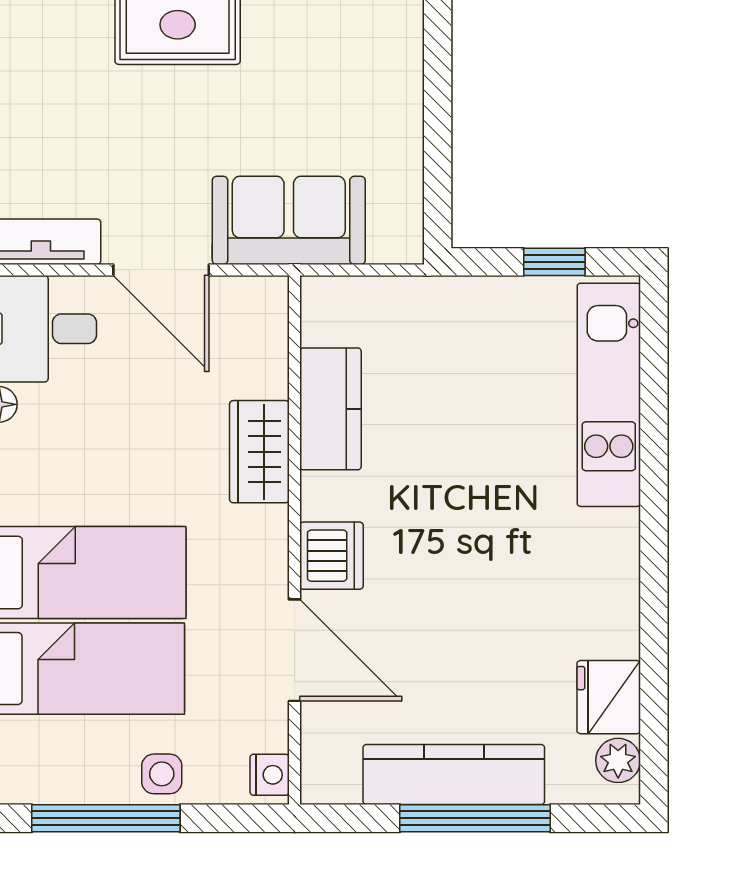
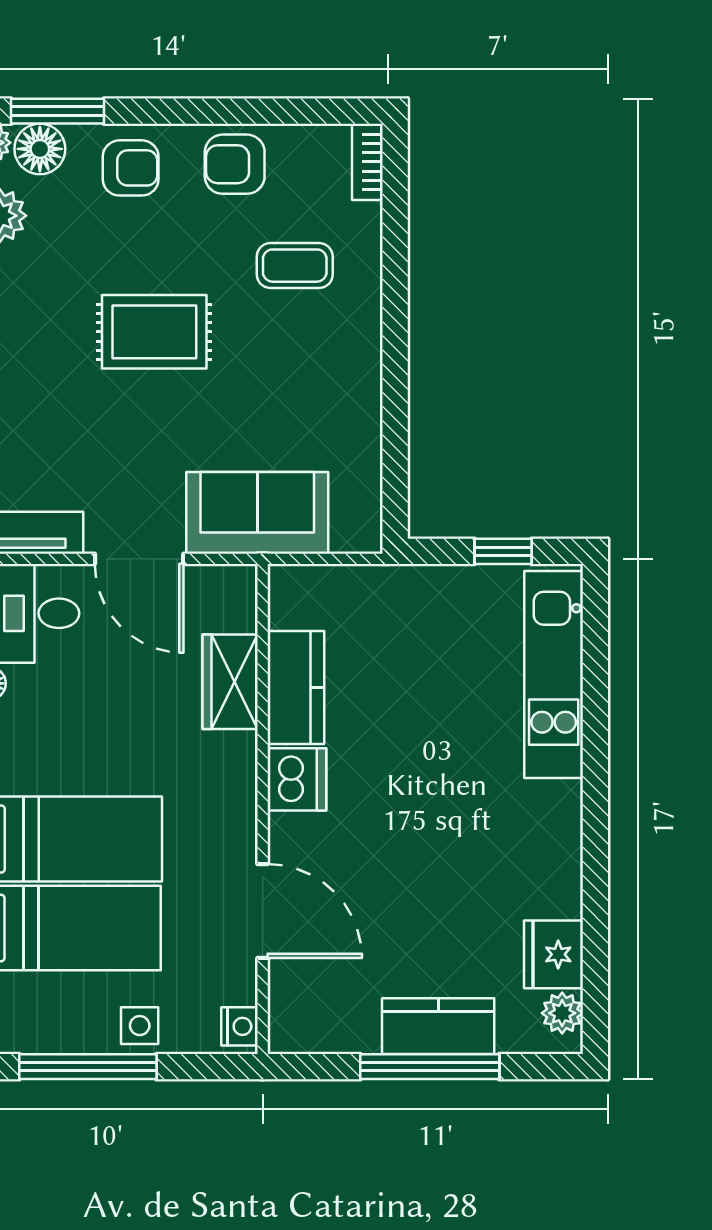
wardrobe: (259, 452) -> (230, 682), moved
dishwasher: (332, 556) -> (297, 779), moved
kitchen counter: (454, 775) -> (438, 1026), width x0.67

